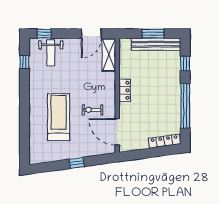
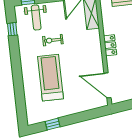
exercise bike: (92, 110) -> (53, 40), moved
window: (77, 163) -> (53, 124), moved

